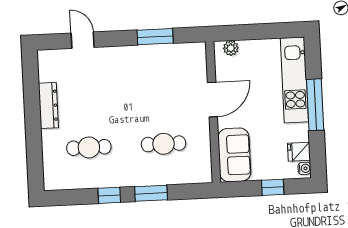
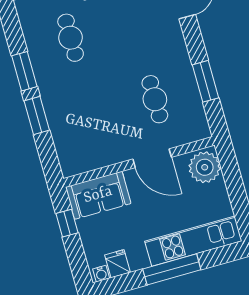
plant: (231, 48) -> (205, 167), width x1.87, depth x1.87
cafe table: (163, 144) -> (155, 99), moved
window: (273, 187) -> (67, 223), moved
window: (109, 195) -> (24, 71), width x1.50

